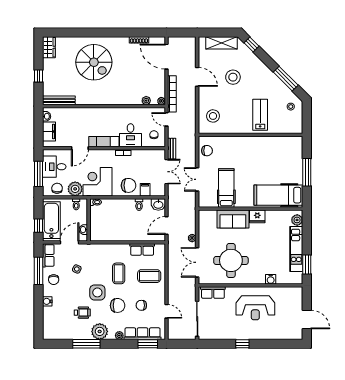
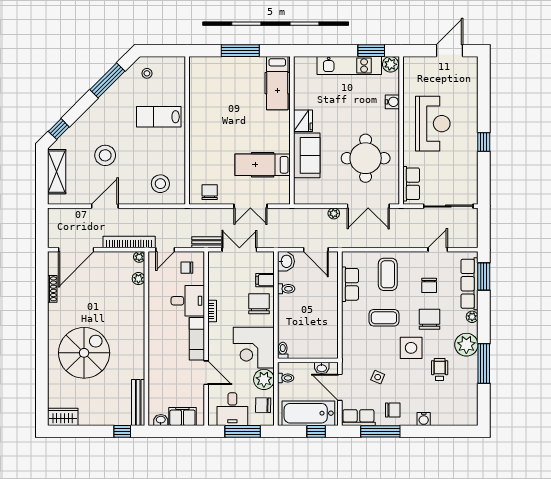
window: (39, 76) -> (122, 431), moved
hospital bed: (278, 195) -> (277, 83), width x0.73, depth x0.78
plant: (297, 220) -> (390, 64), moved

